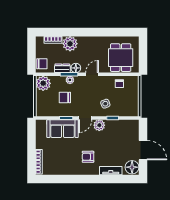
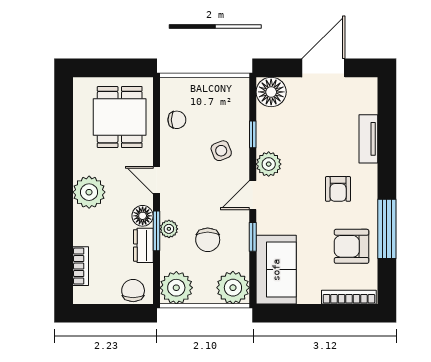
plant: (70, 44) -> (89, 192), moved
dining table: (121, 58) -> (120, 117), turned 90
plant: (43, 109) -> (233, 288), added
door: (85, 118) -> (253, 195), swing flipped
sofa: (63, 129) -> (276, 270), moved
armchair: (62, 163) -> (352, 246), added
floor lamp: (132, 167) -> (271, 92), moved
window: (70, 179) -> (387, 229), added

